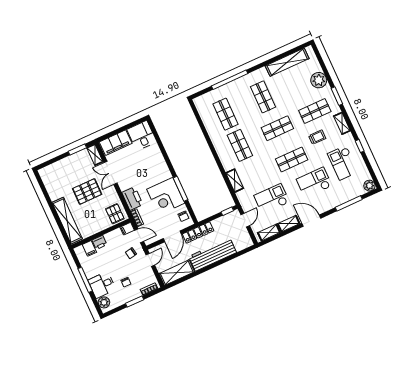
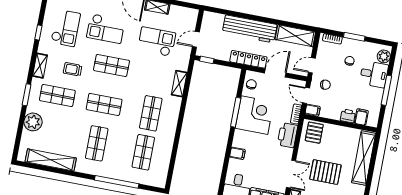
filing cabinet: (159, 161) -> (237, 153), added
checkout: (272, 199) -> (157, 42), turned 180
shelving: (269, 233) -> (182, 12), removed

